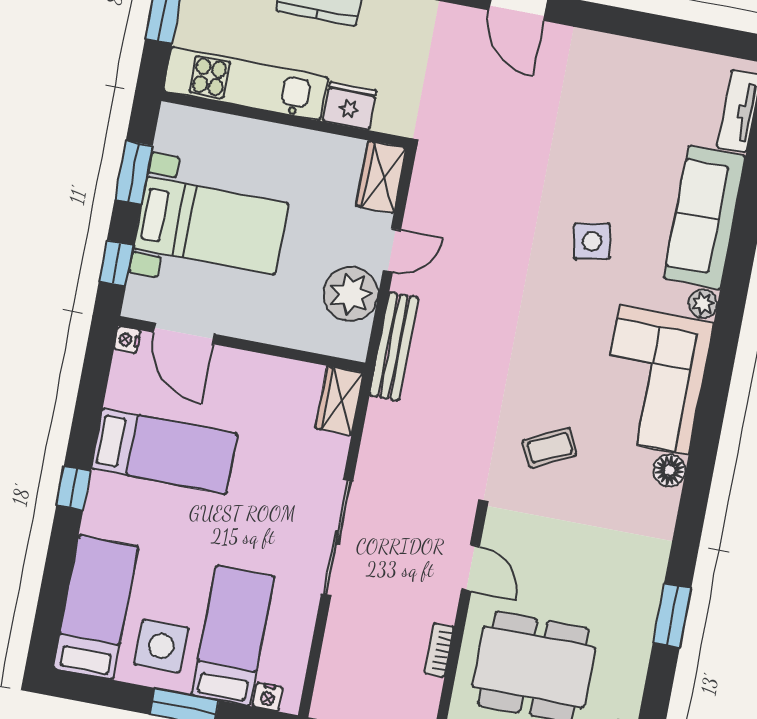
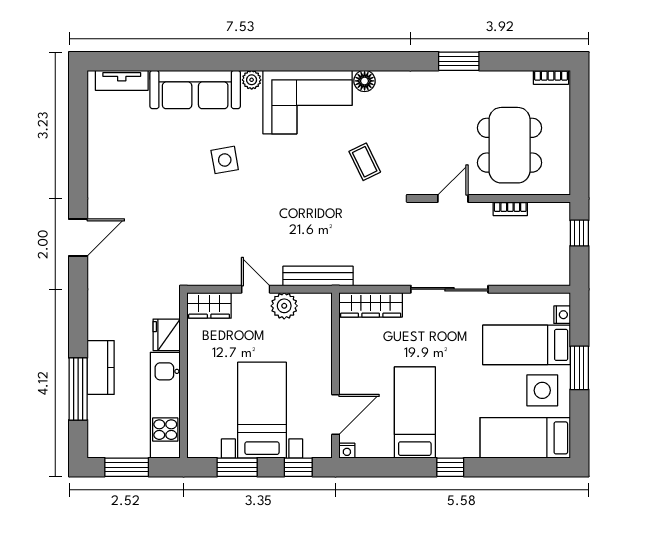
plant: (351, 294) -> (284, 306), width x0.73, depth x0.73
wardrobe: (339, 401) -> (371, 305), width x1.50

